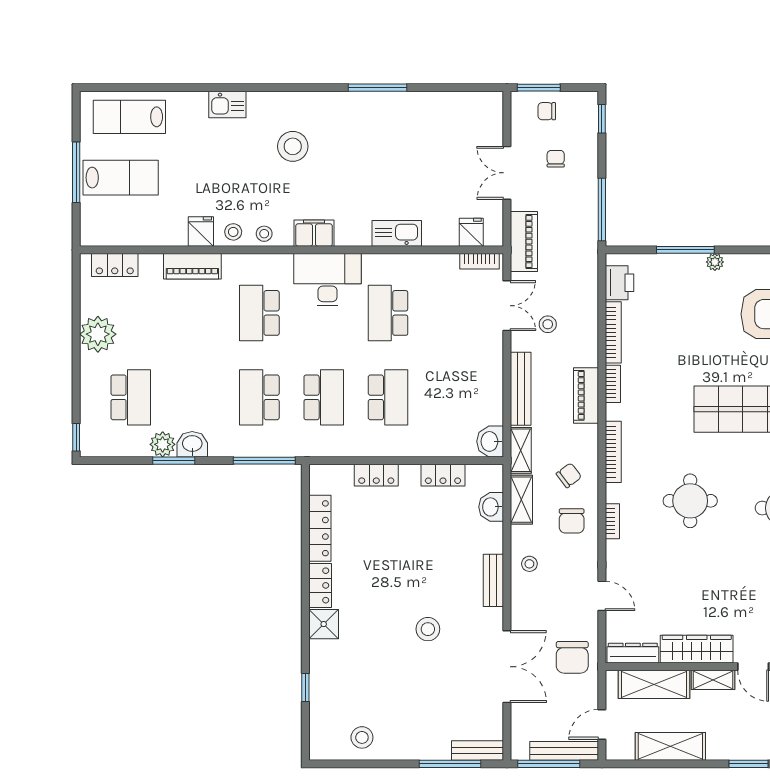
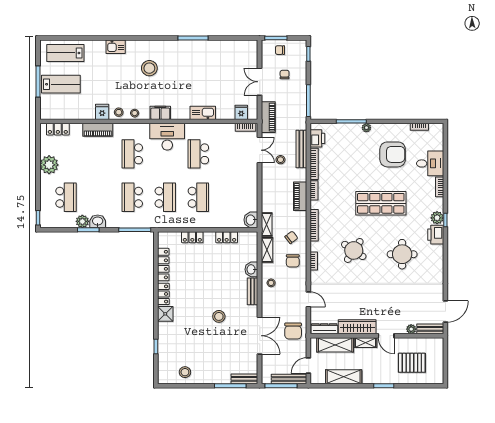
bench: (521, 389) -> (301, 149), moved
round table: (690, 501) -> (354, 250), turned 34
washbasin: (491, 507) -> (251, 269), moved

